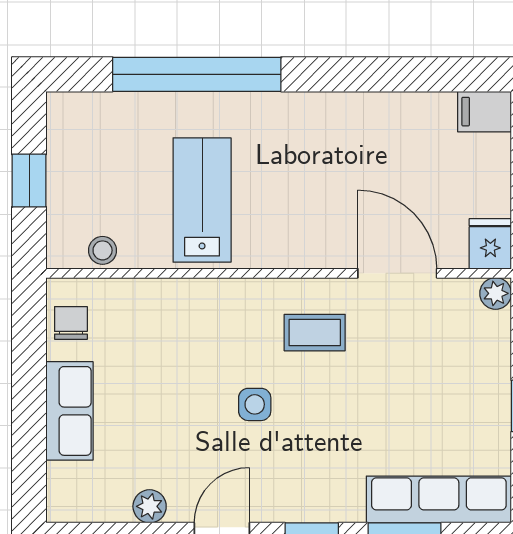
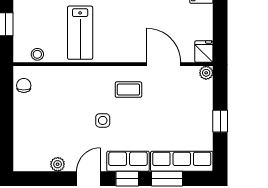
lab bench: (202, 200) -> (80, 33), turned 180
row of seats: (70, 411) -> (128, 161), moved, turned -90

